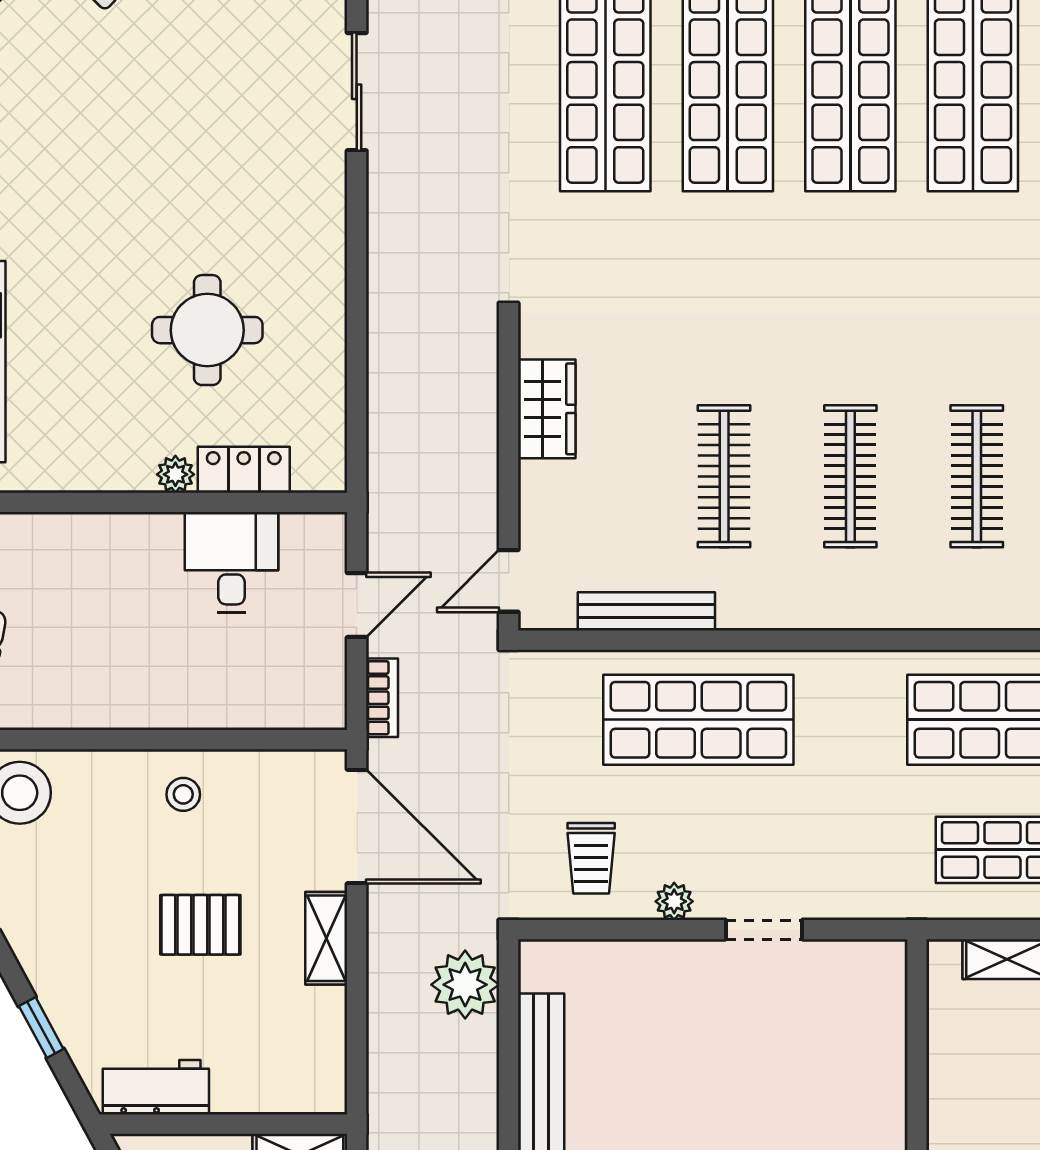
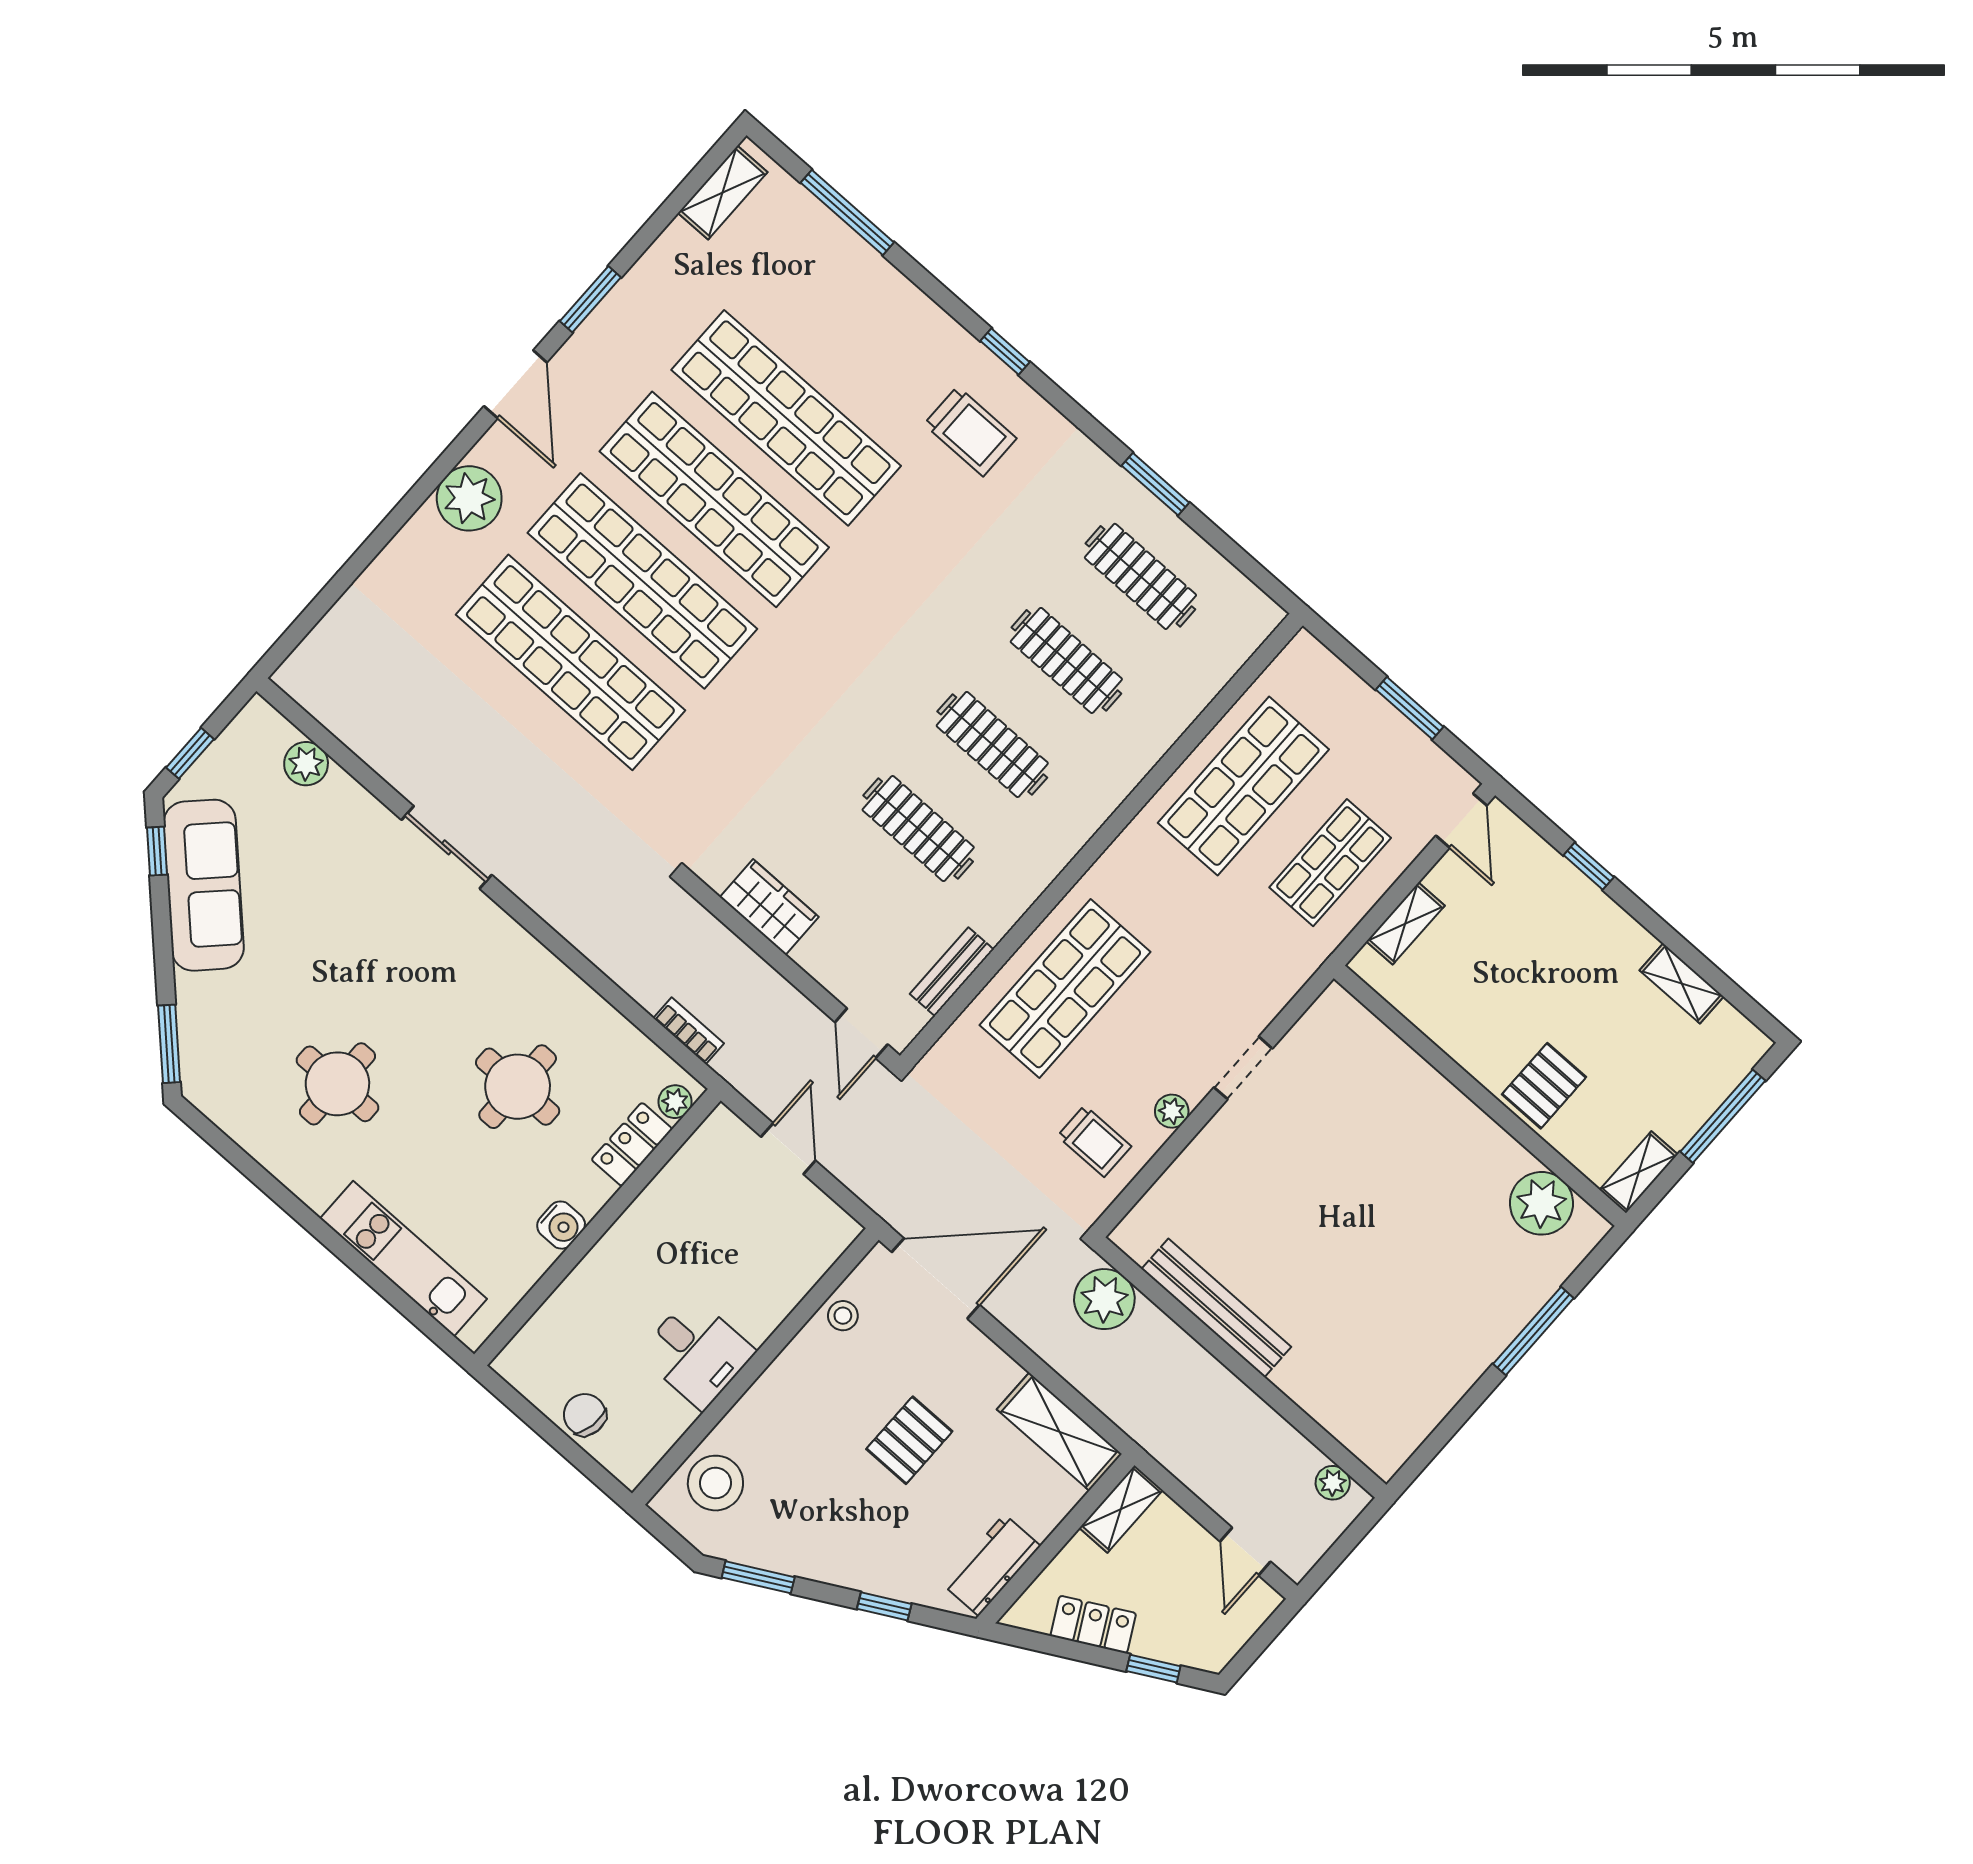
round table: (75, 176) -> (337, 1084), added
water cooler: (123, 470) -> (561, 1225), added
plant: (175, 474) -> (675, 1102), moved
desk: (231, 562) -> (697, 1353), moved, turned 180
bench: (646, 611) -> (952, 972), width x0.73
bookcase: (382, 698) -> (689, 1031), moved
stool: (183, 794) -> (843, 1316), moved
shelving: (326, 938) -> (1059, 1432), moved, width x1.50, depth x1.33

